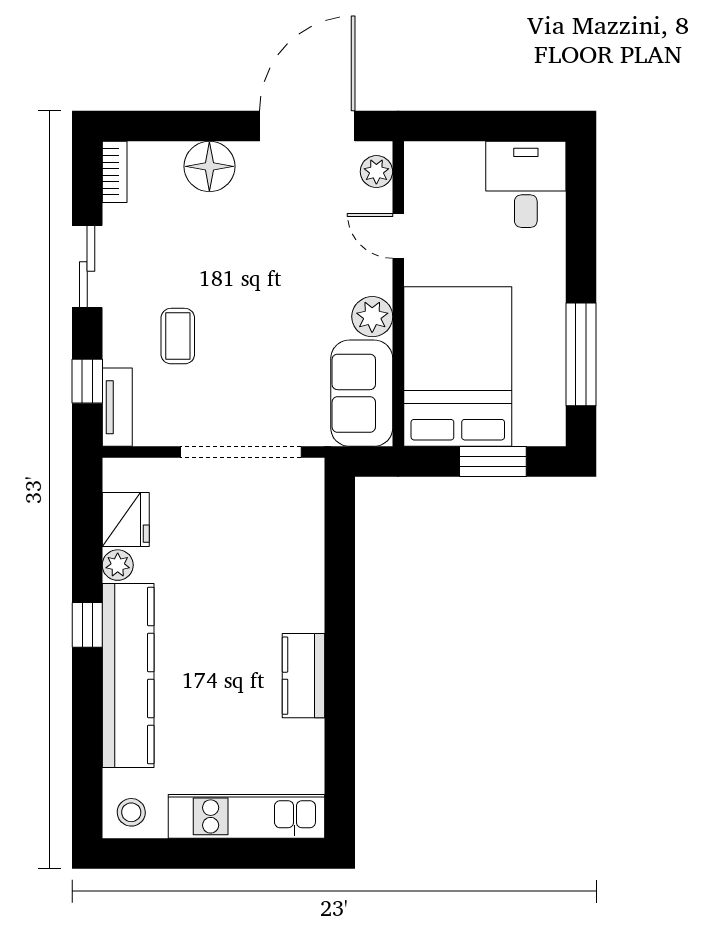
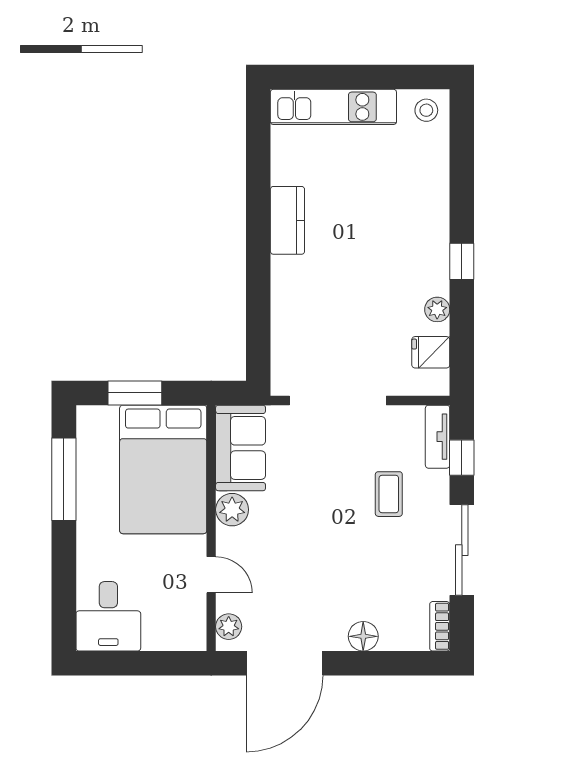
floor lamp: (209, 166) -> (363, 636), width x0.73, depth x0.73
sliding door: (87, 266) -> (462, 550), width x1.37
fridge: (126, 519) -> (431, 352), width x0.72
kitchen counter: (128, 676) -> (429, 220), removed

